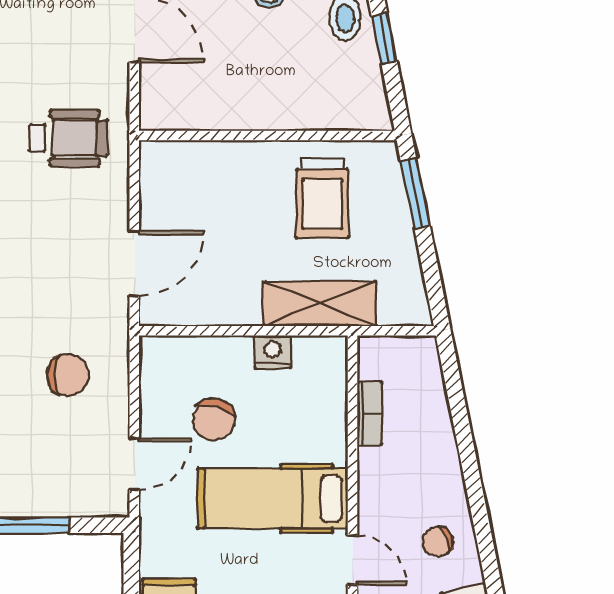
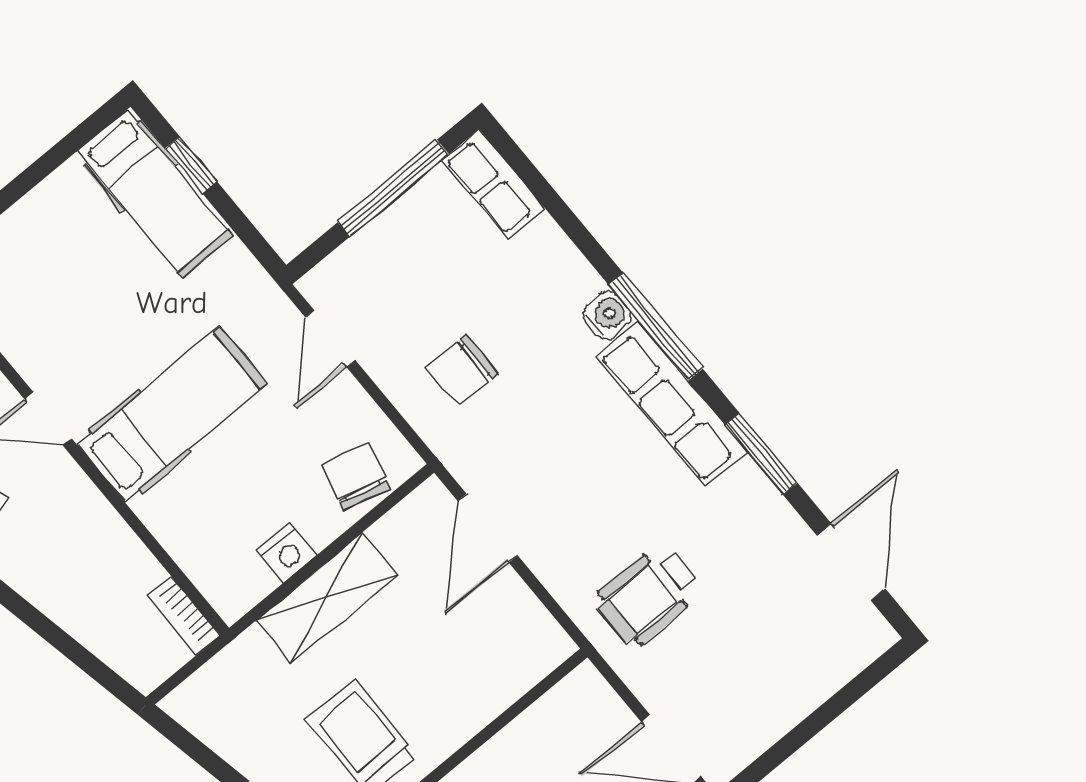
shelving: (320, 304) -> (326, 598), moved
bookcase: (370, 413) -> (184, 615), moved
chair: (214, 420) -> (356, 476), moved

